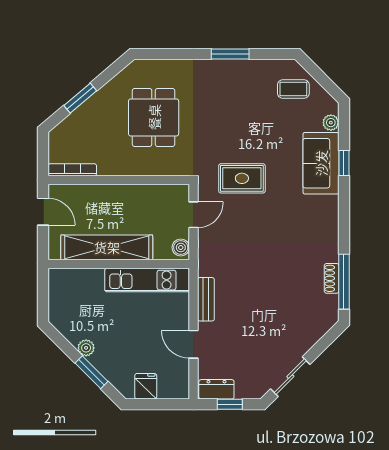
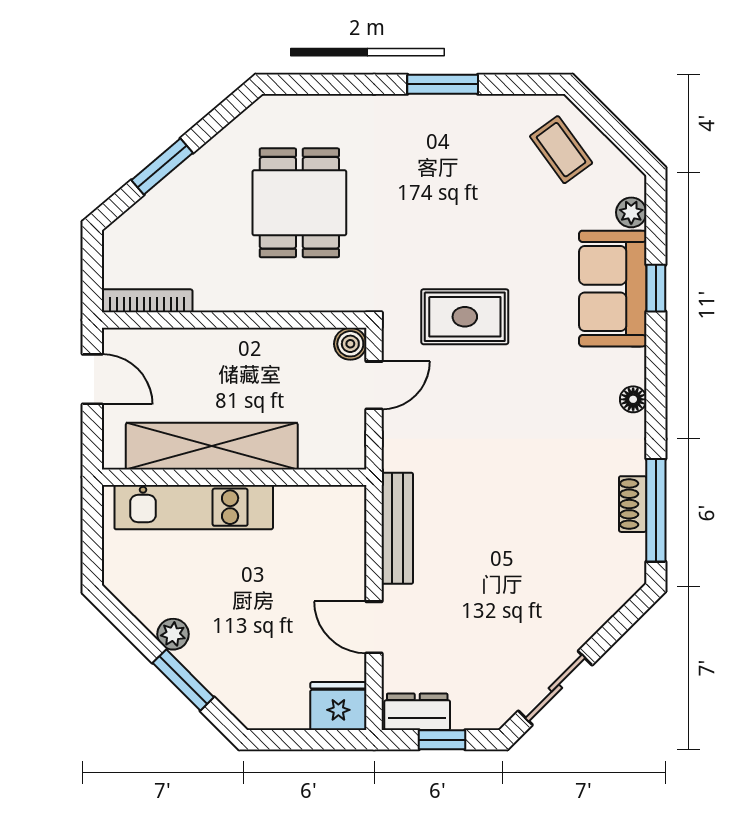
coffee table: (293, 89) -> (561, 150), turned 54
floor lamp: (332, 222) -> (633, 399), added
boiler: (181, 247) -> (350, 344), moved
kitchen unit: (147, 280) -> (194, 507), moved
bench: (206, 299) -> (397, 528), width x1.36
fridge: (146, 386) -> (338, 706), moved, width x1.38

